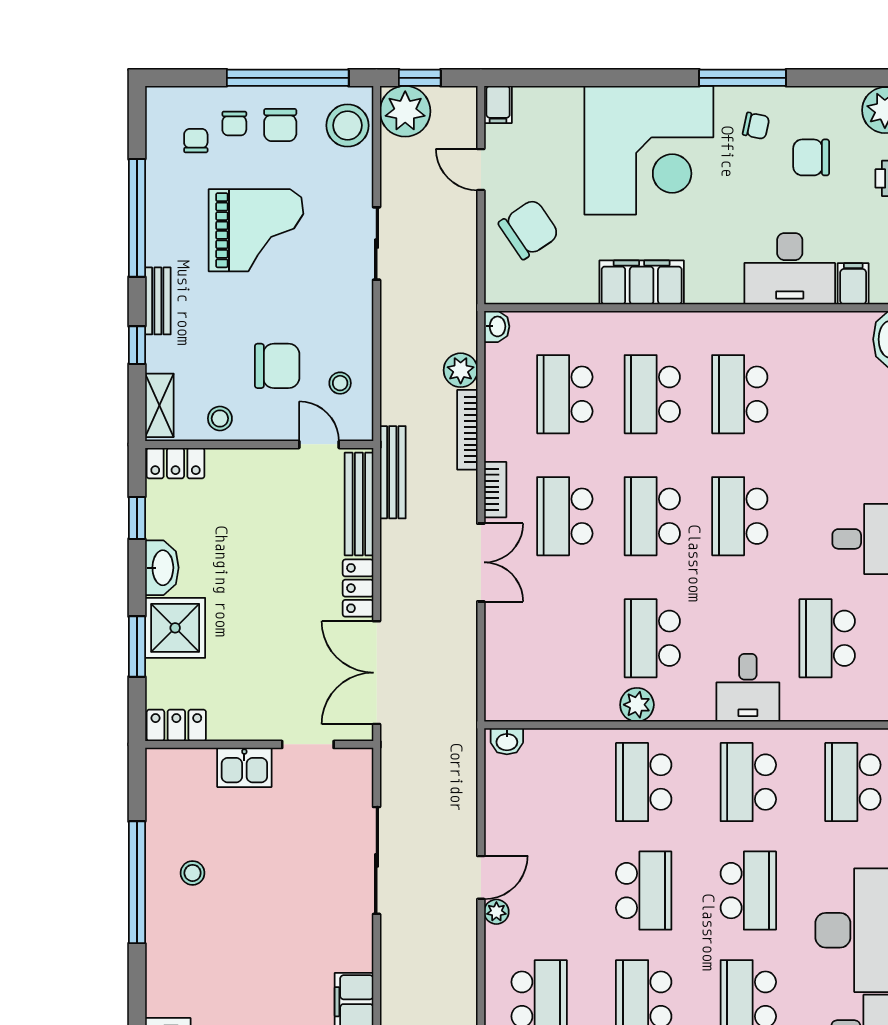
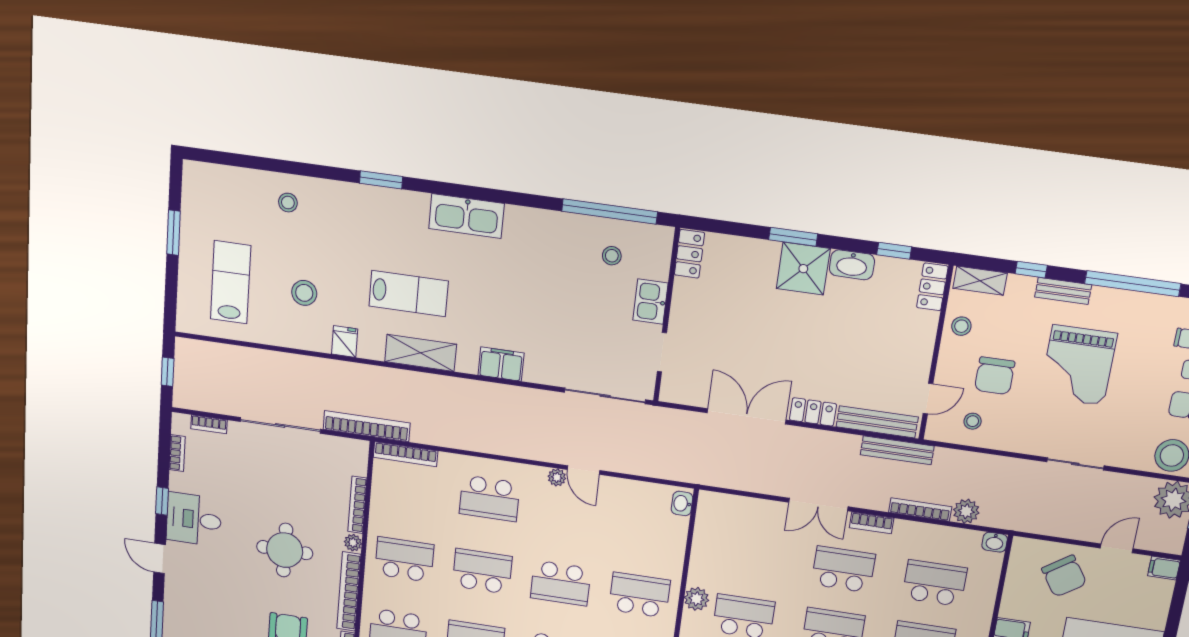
grand piano: (256, 230) -> (1078, 365), moved
locker: (176, 725) -> (689, 254), moved
wall: (259, 744) -> (667, 315), moved
doorway: (308, 744) -> (662, 352), moved
kitchen sink: (244, 767) -> (650, 302), moved

